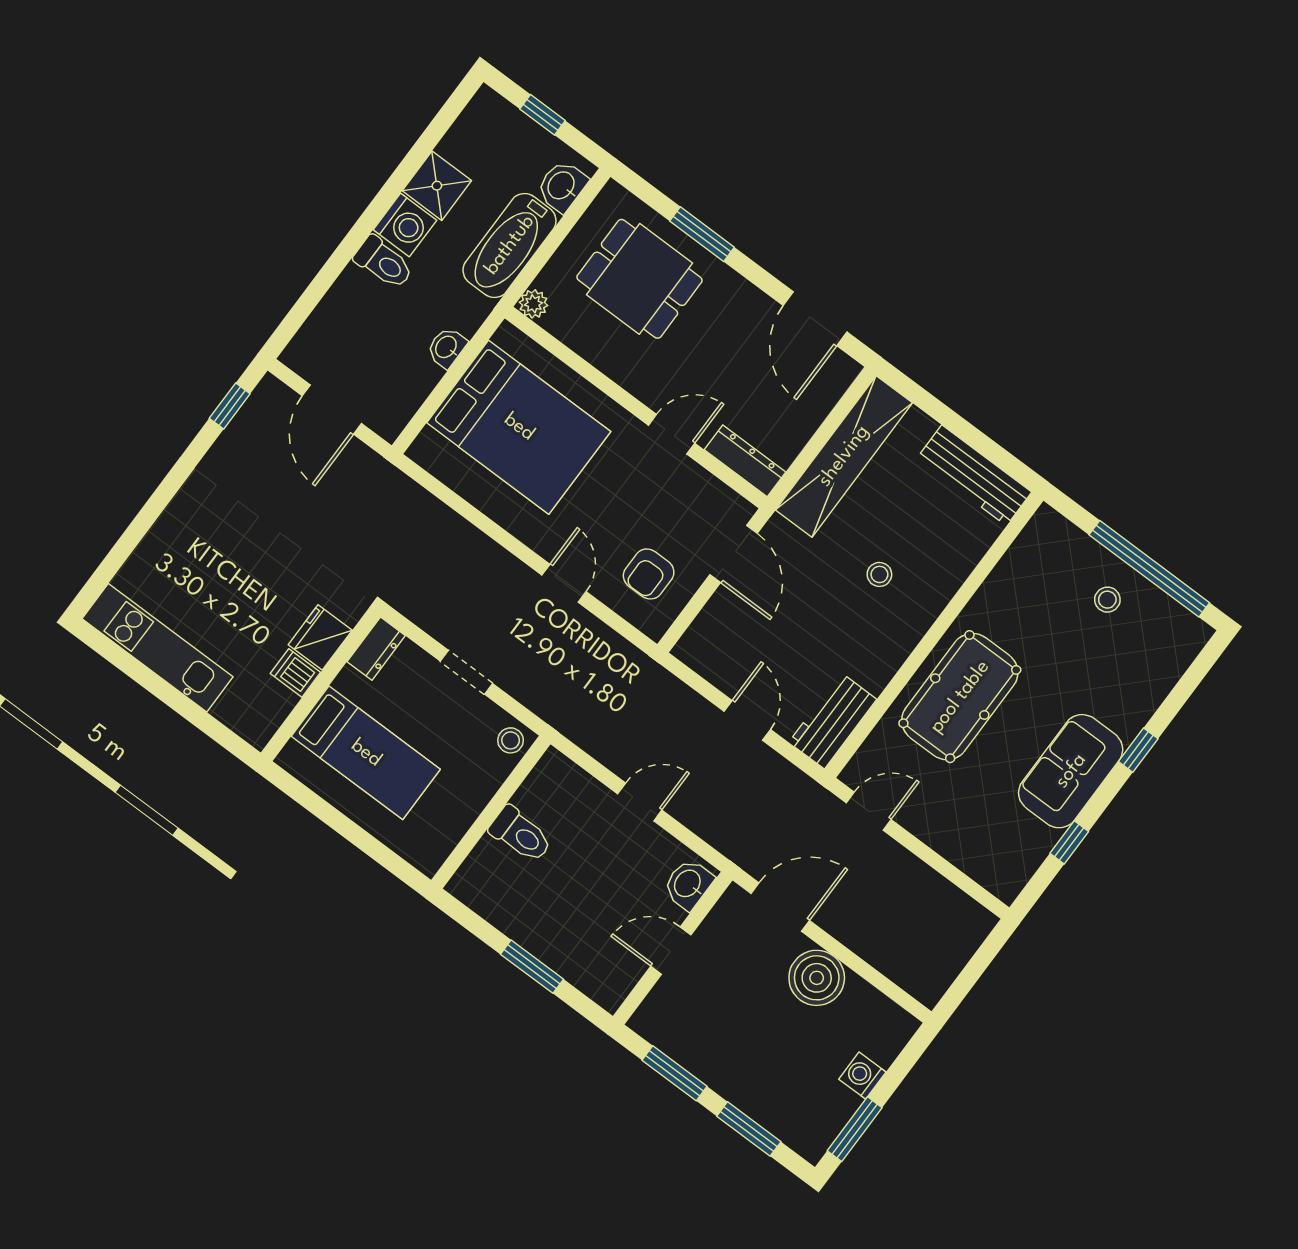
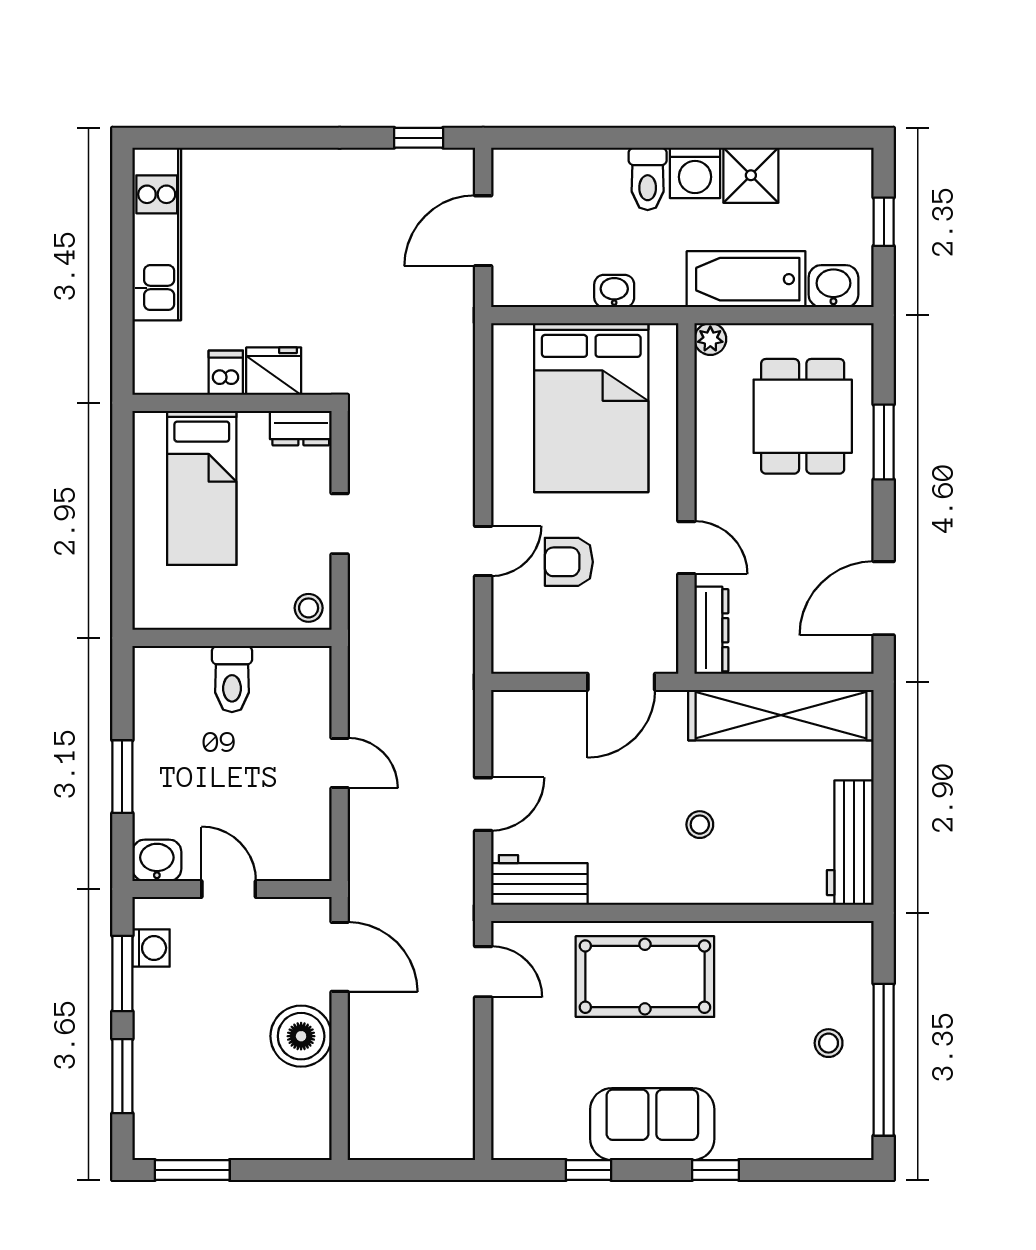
armchair: (649, 574) -> (569, 562), moved
washbasin: (688, 884) -> (157, 860), moved
washing machine: (862, 1076) -> (151, 948), moved, turned 90

